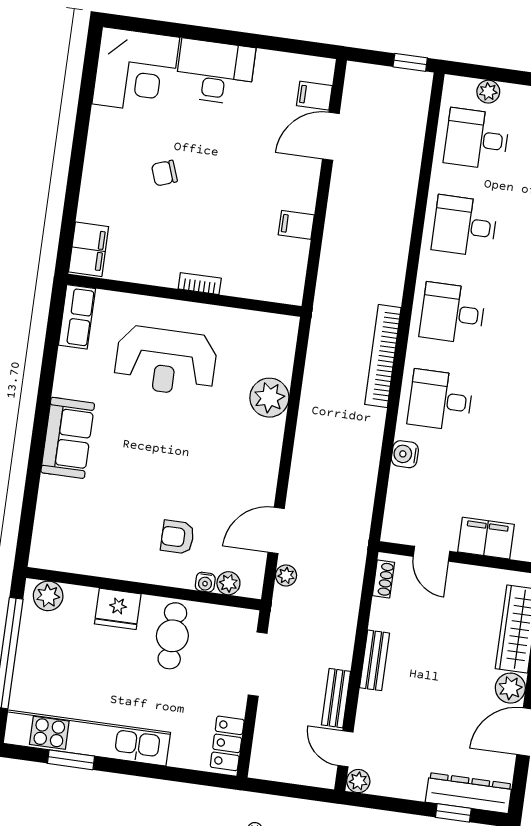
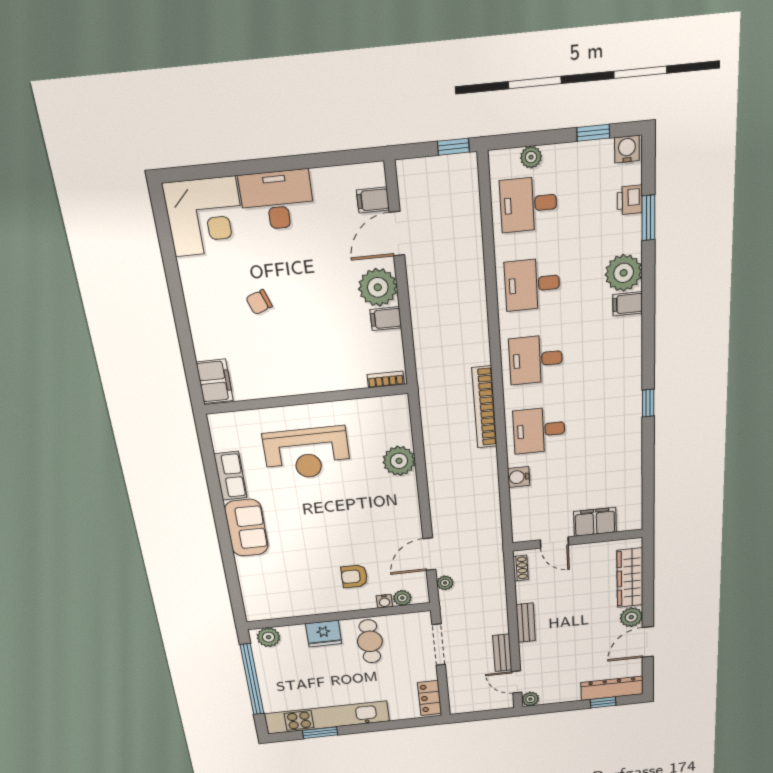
plant: (296, 188) -> (378, 287), added
bookcase: (200, 284) -> (386, 379), moved
row of seats: (77, 317) -> (230, 476), moved

